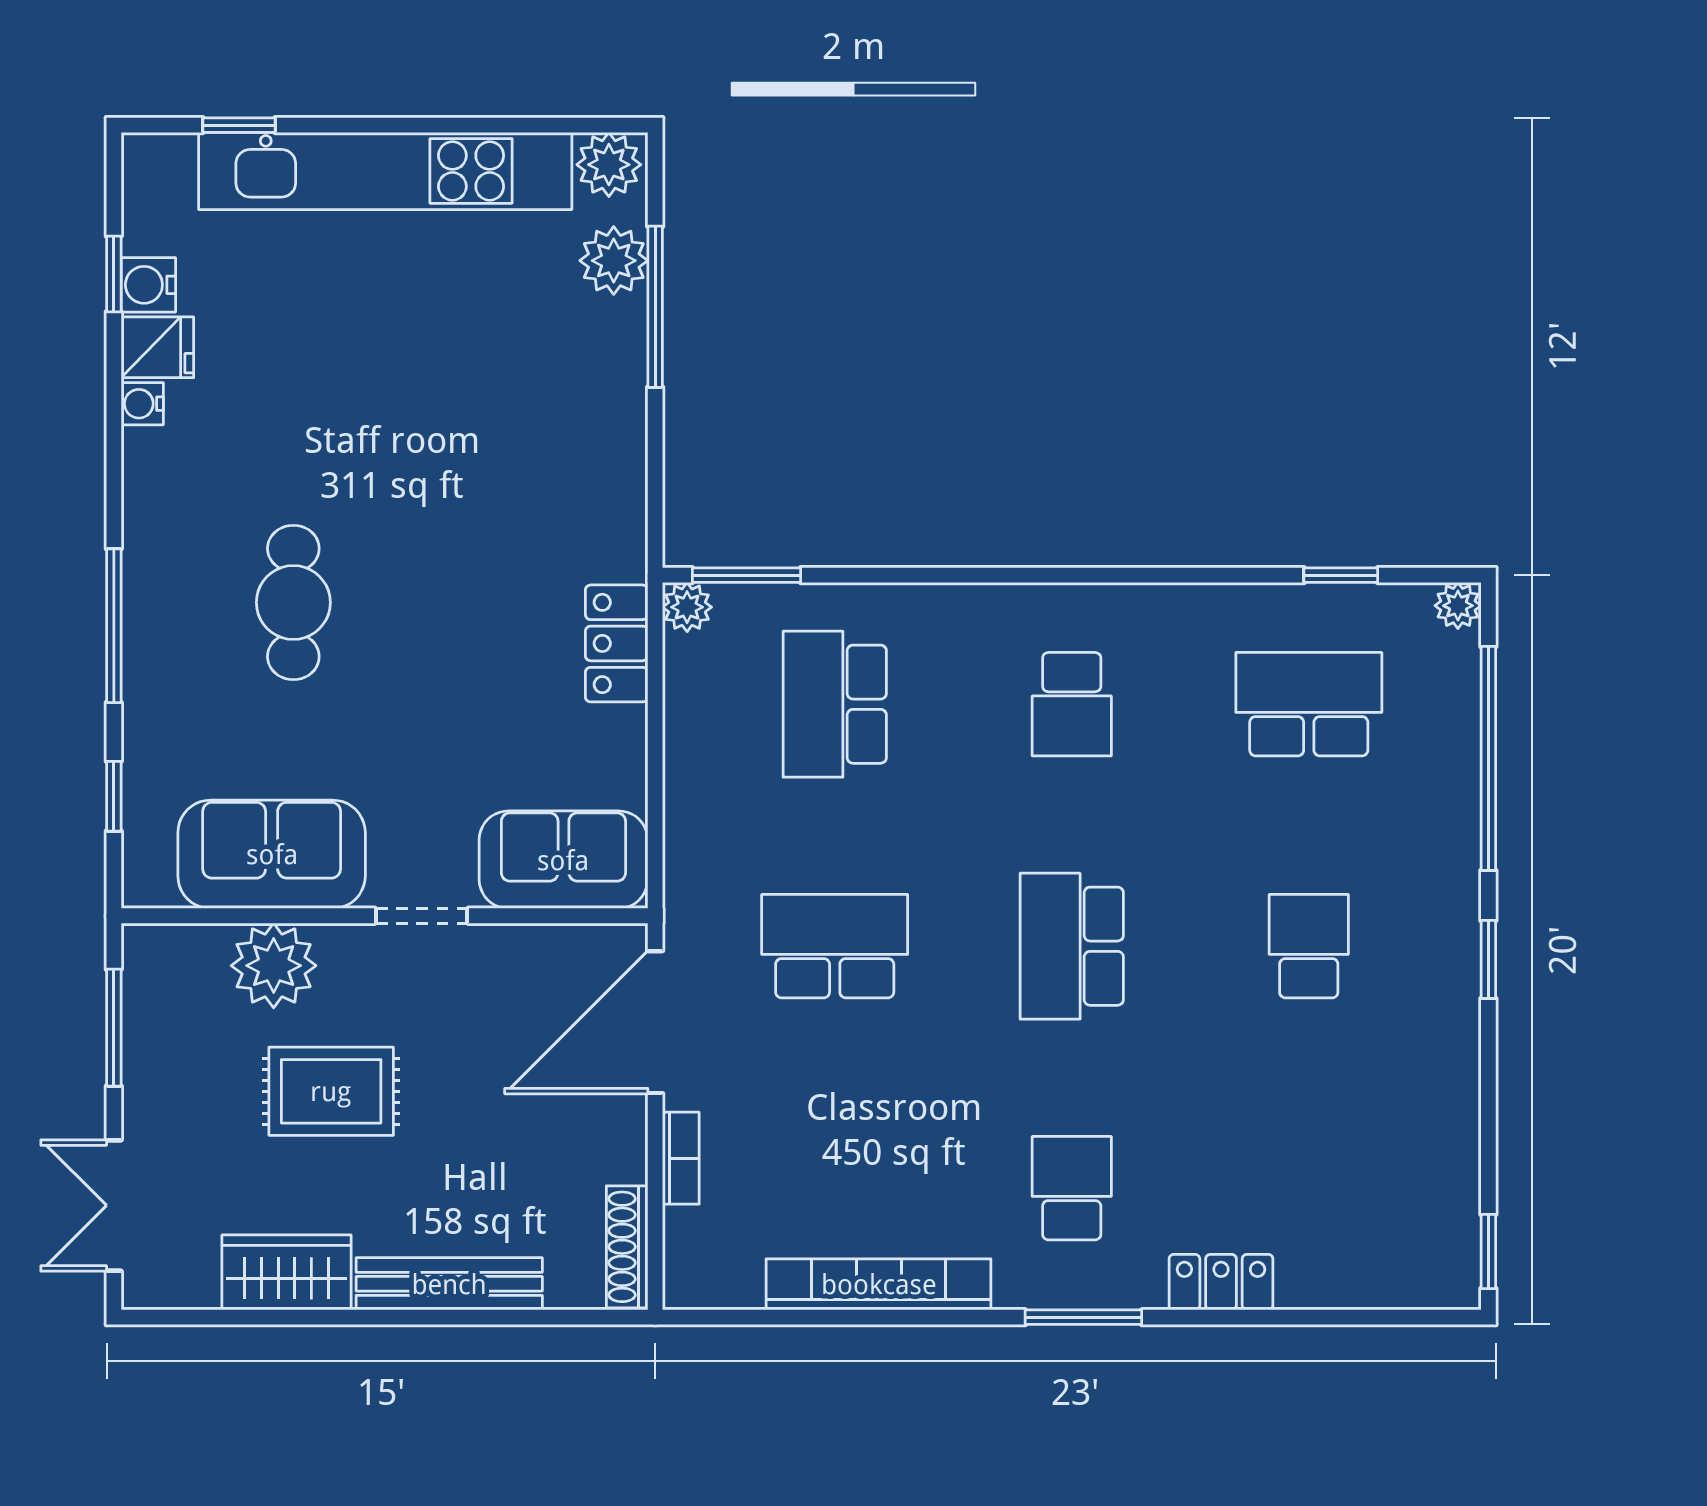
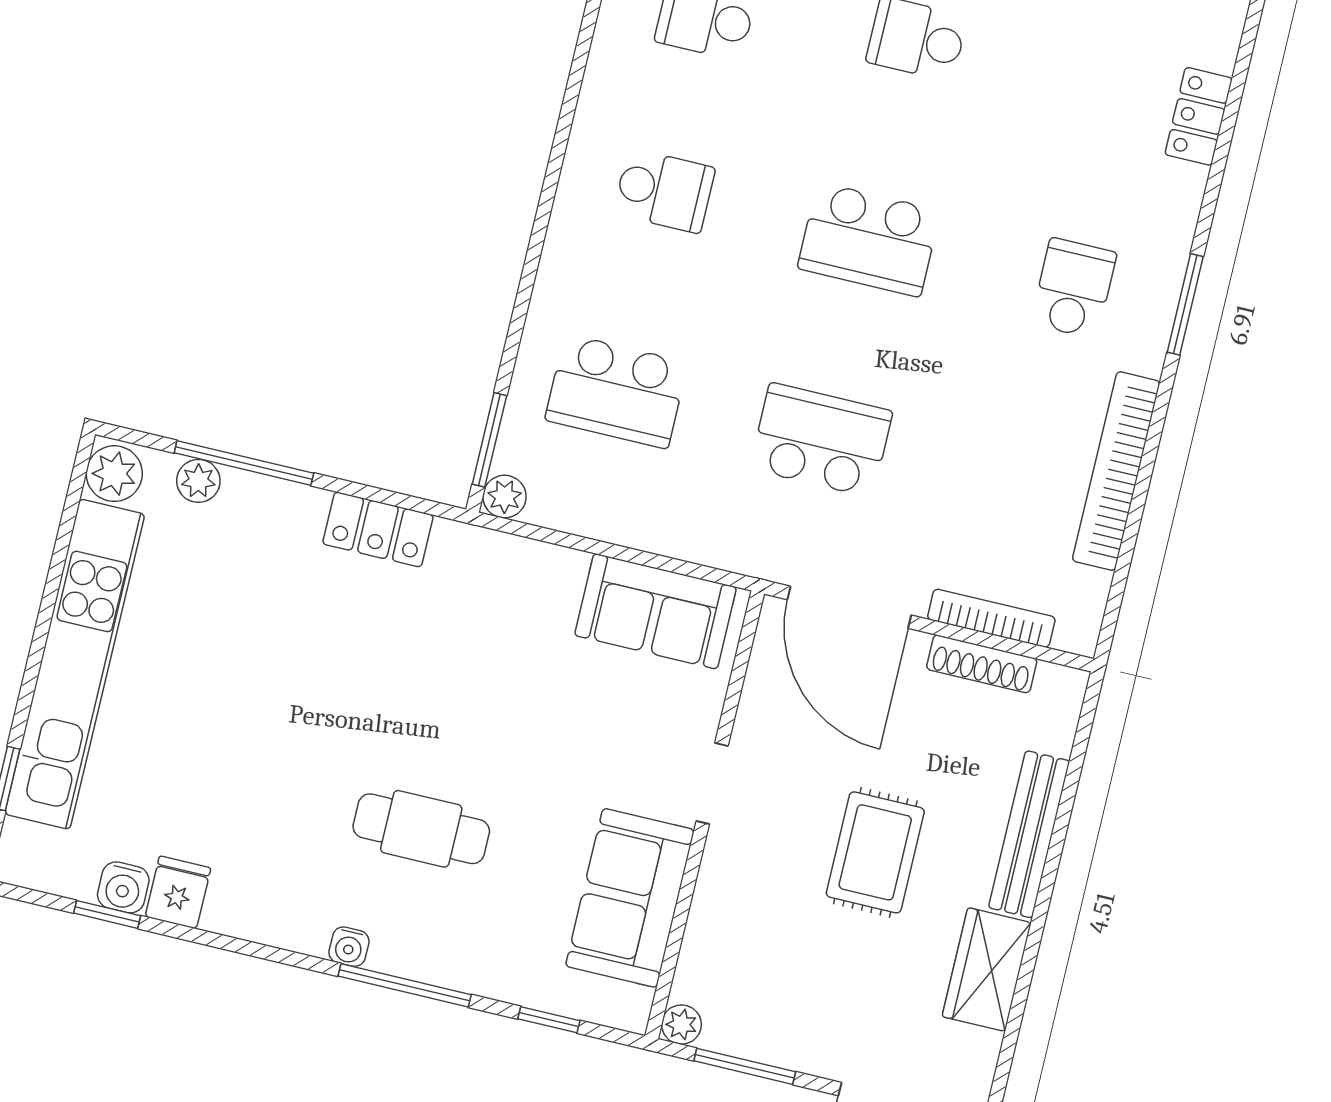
plant: (614, 261) -> (198, 481), width x0.73, depth x0.73
water cooler: (142, 404) -> (349, 947), moved
locker: (617, 643) -> (378, 529), moved
sofa: (563, 860) -> (655, 611), moved, turned -90
school desk: (835, 946) -> (821, 440), turned 90
plant: (274, 966) -> (681, 1025), moved, width x0.53, depth x0.53
rug: (331, 1091) -> (875, 852), moved
bookcase: (681, 1158) -> (991, 618), width x1.56
school desk: (1072, 1188) -> (1074, 288), turned 90
shoe rack: (627, 1247) -> (982, 664), moved
locker: (1221, 1282) -> (1199, 116), moved

